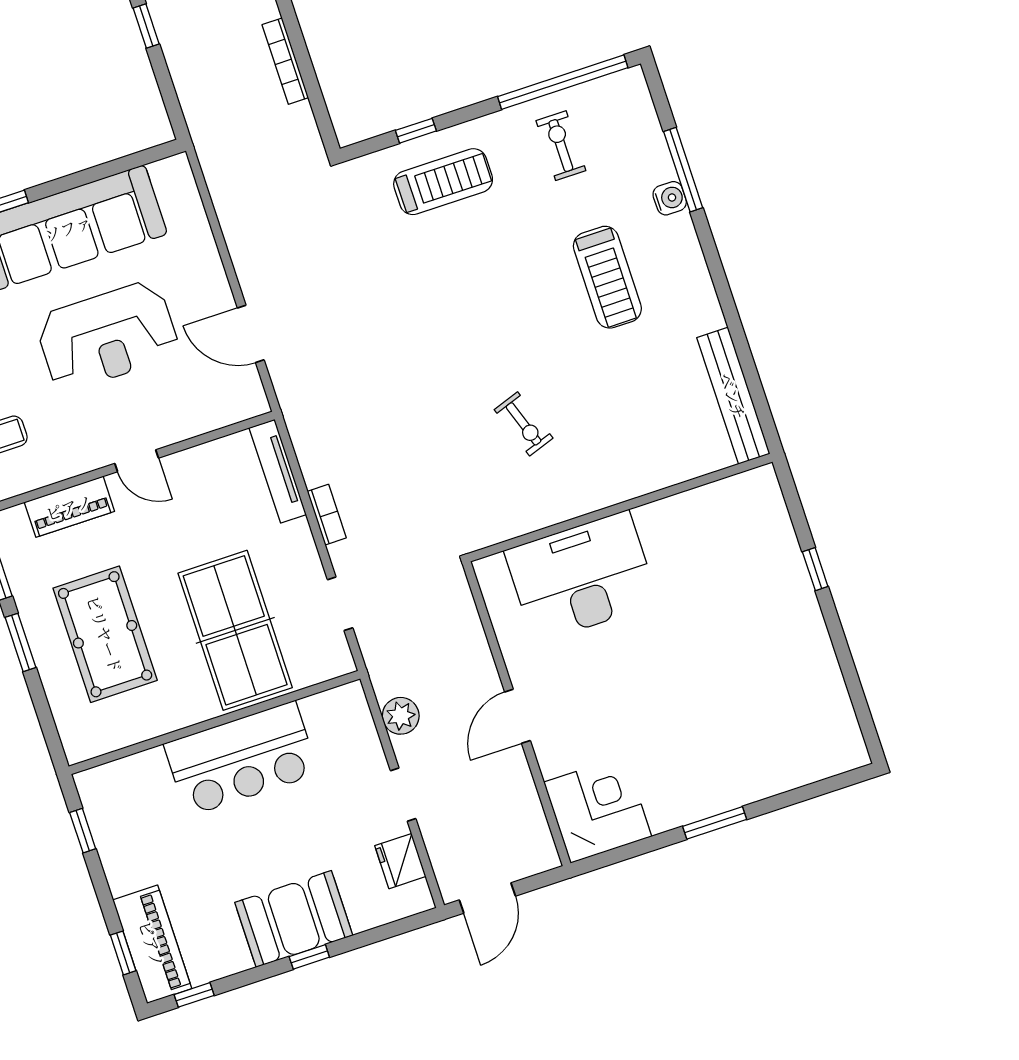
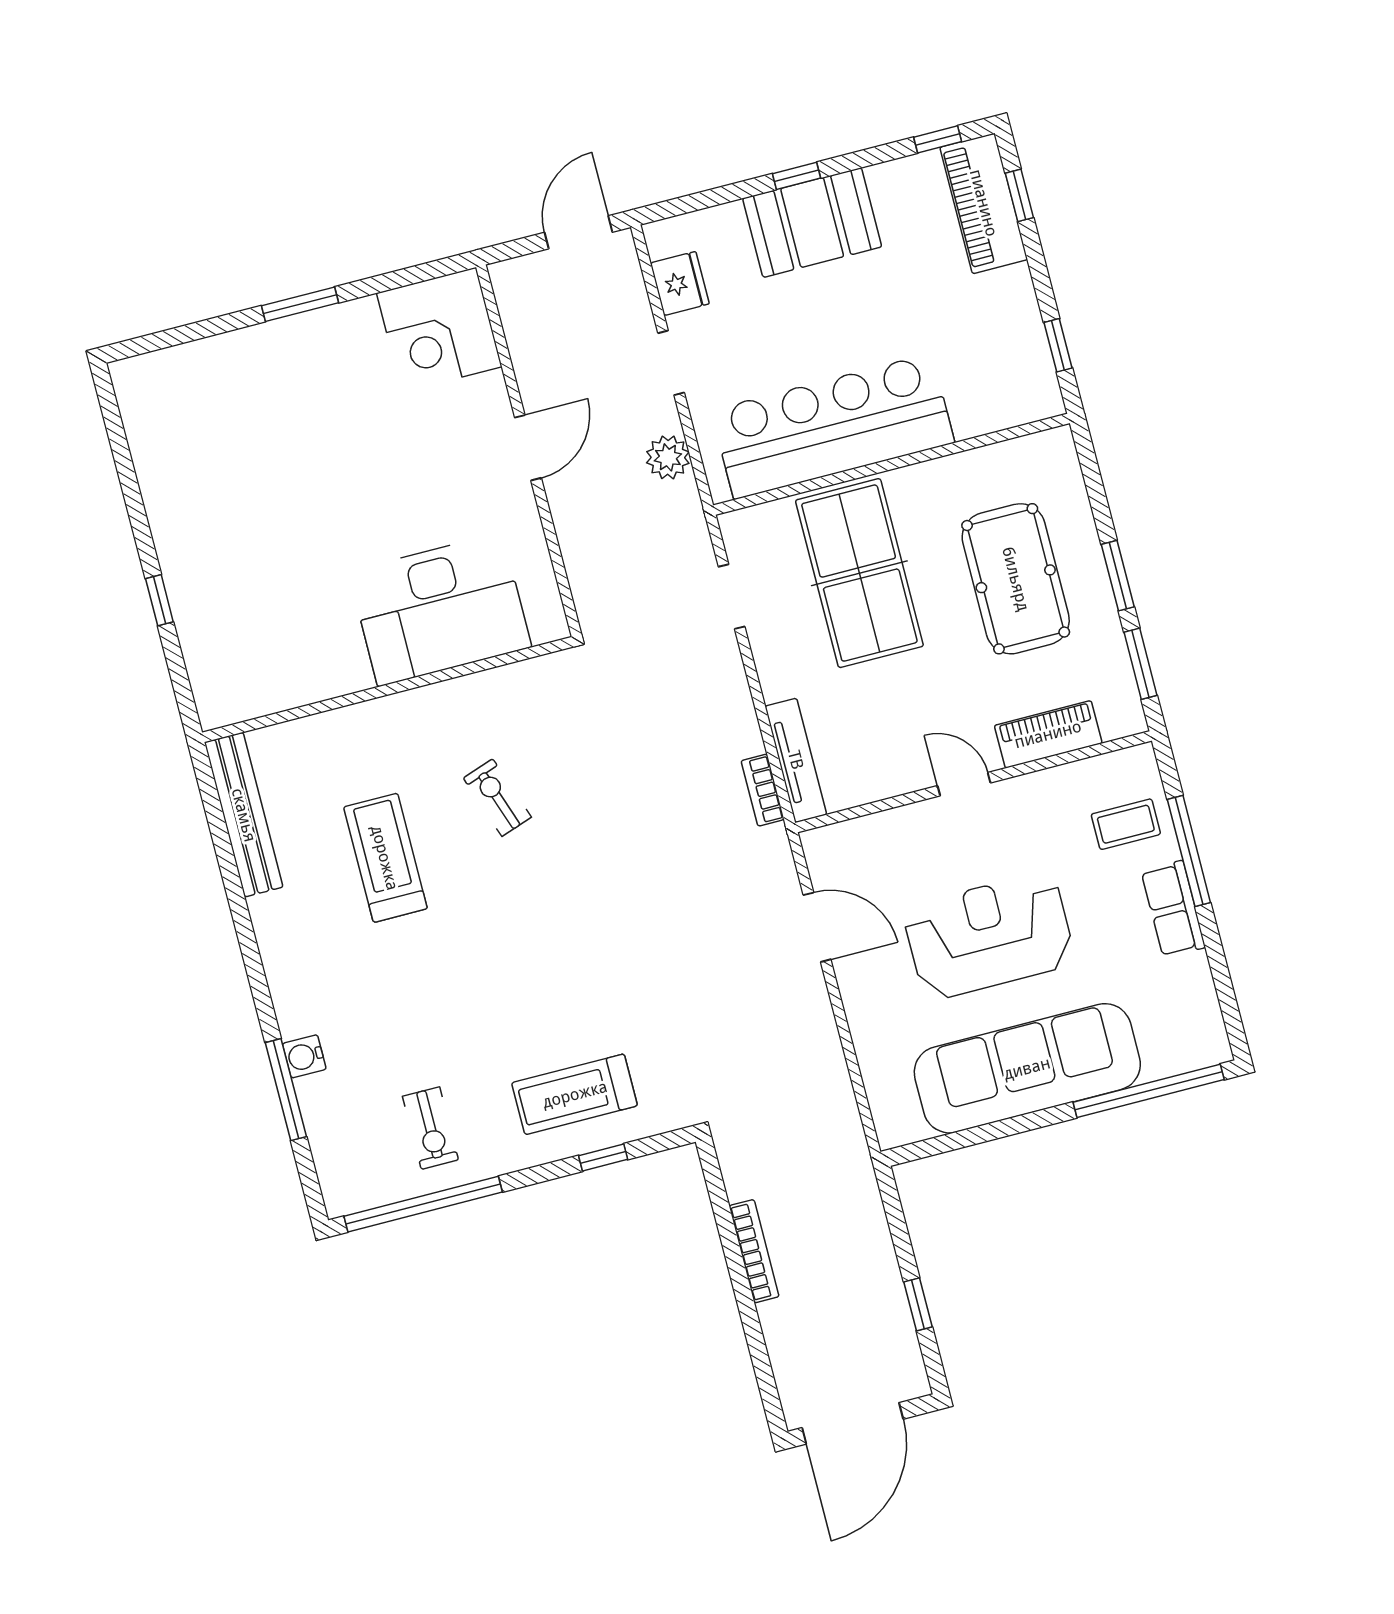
treadmill: (607, 277) -> (385, 858), moved
bookcase: (327, 515) -> (763, 790), moved
bar counter: (241, 759) -> (833, 426), width x1.36

